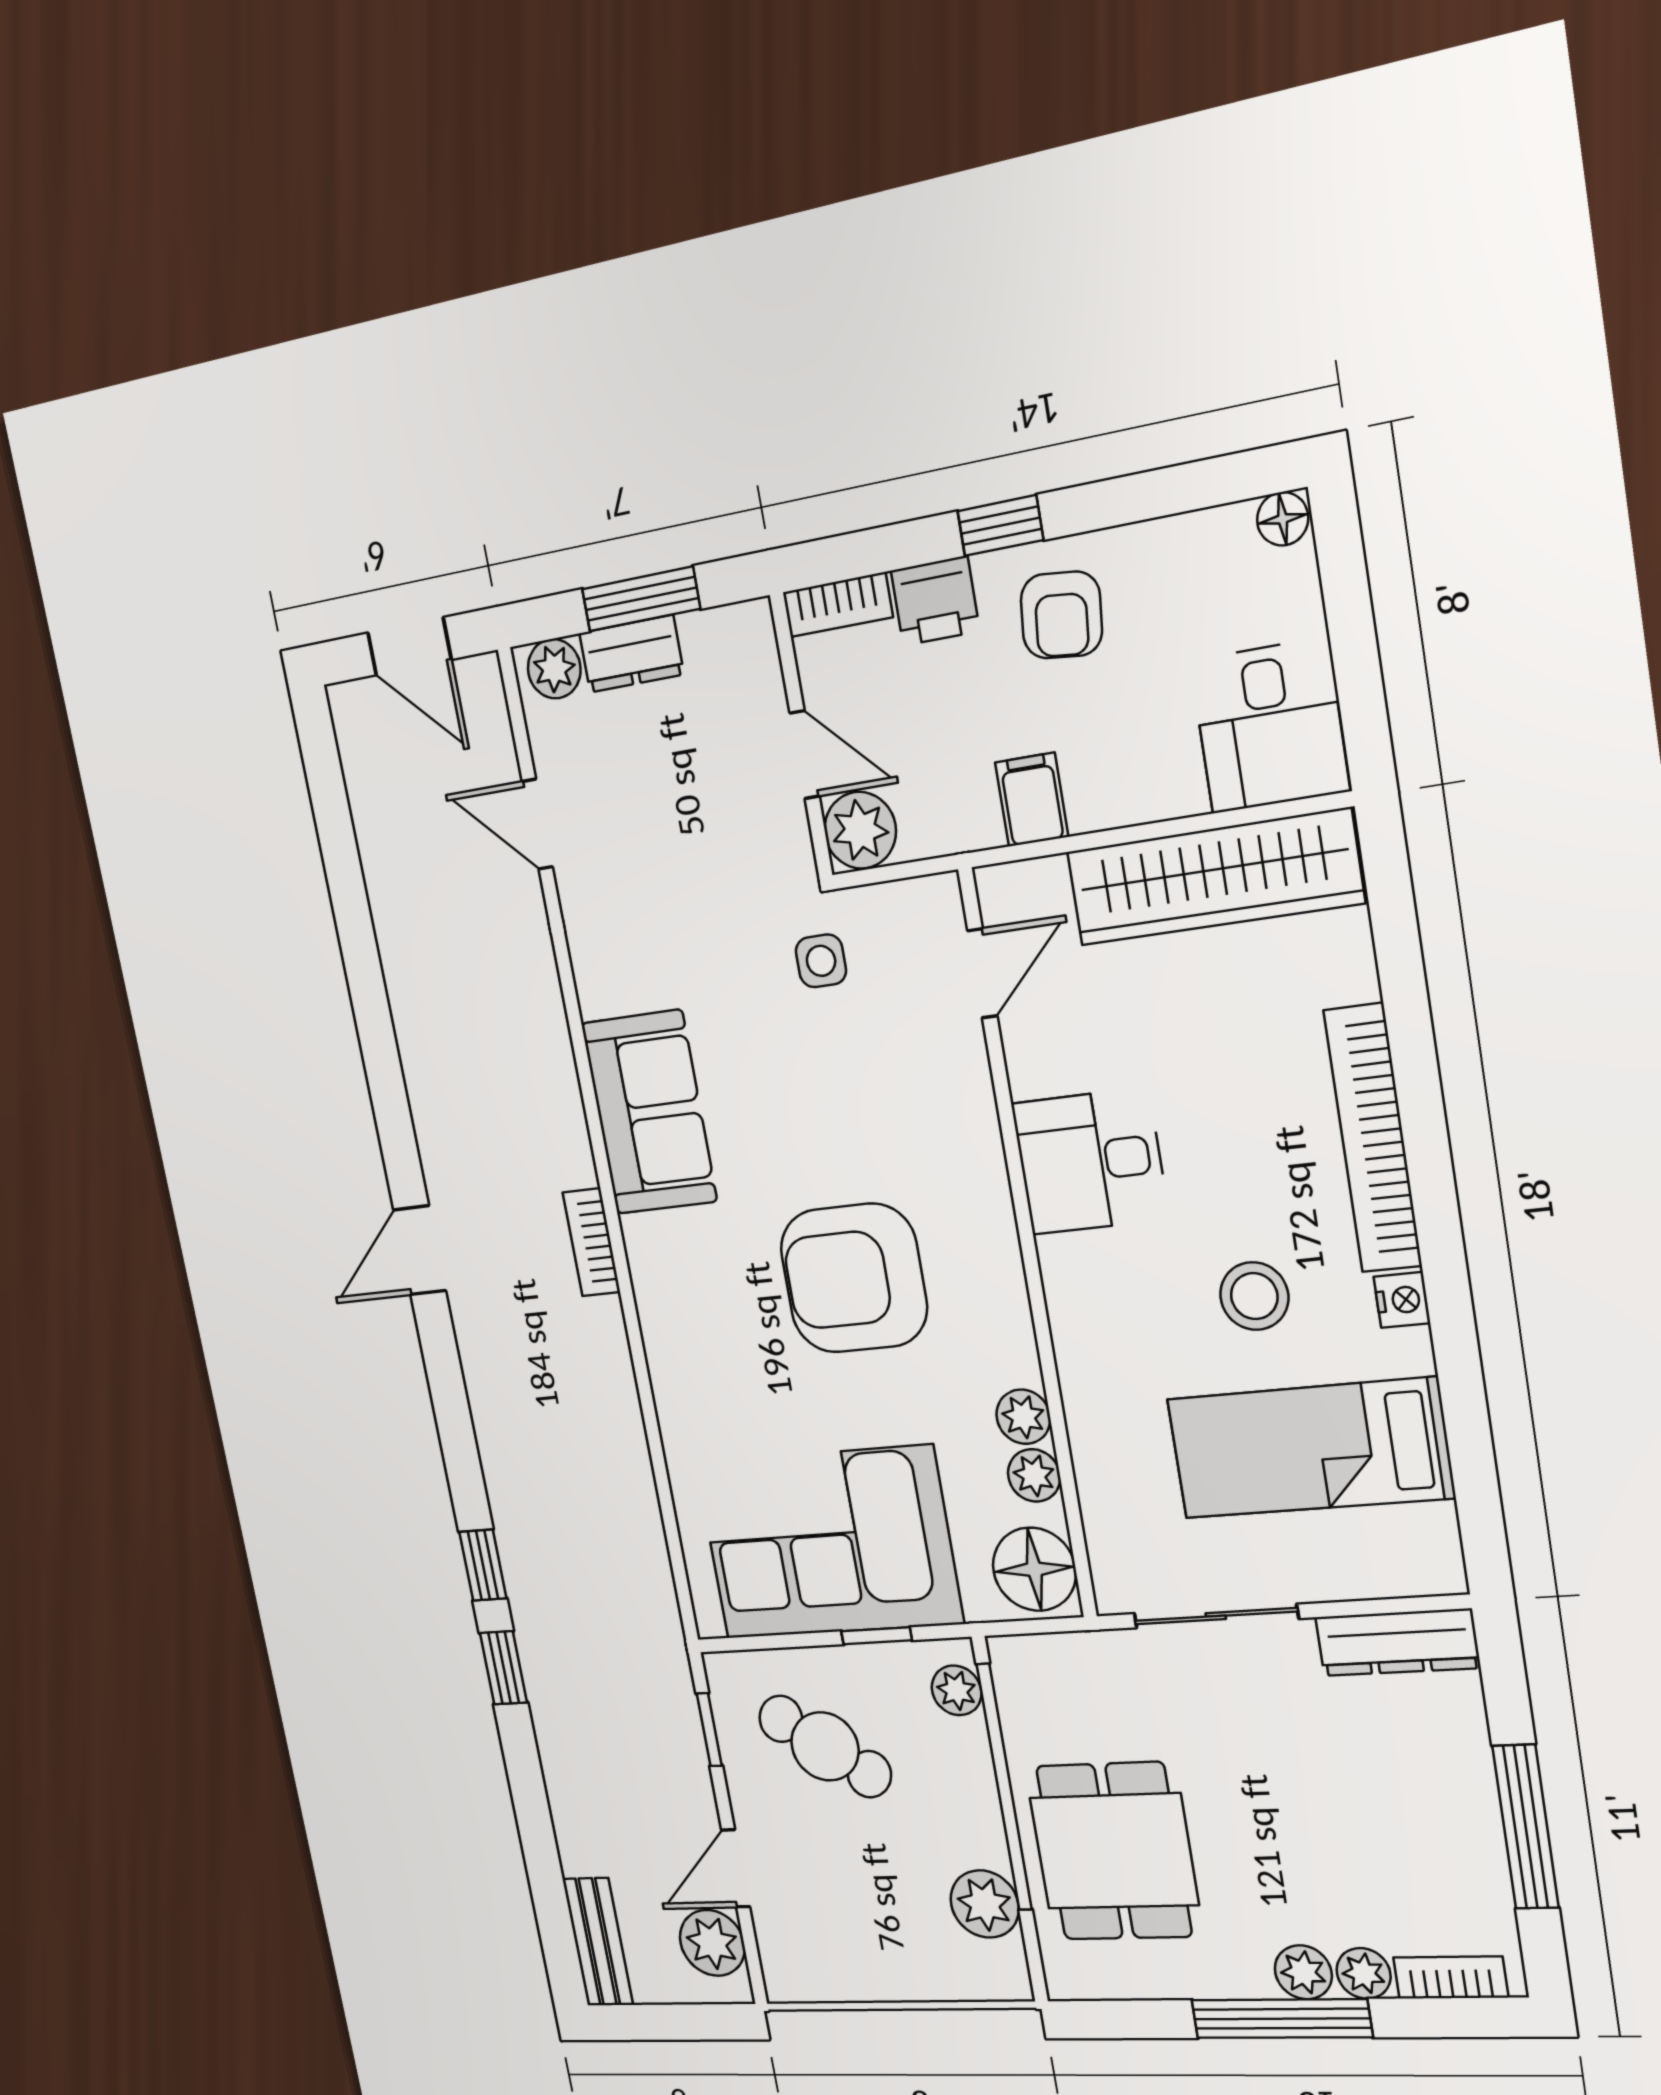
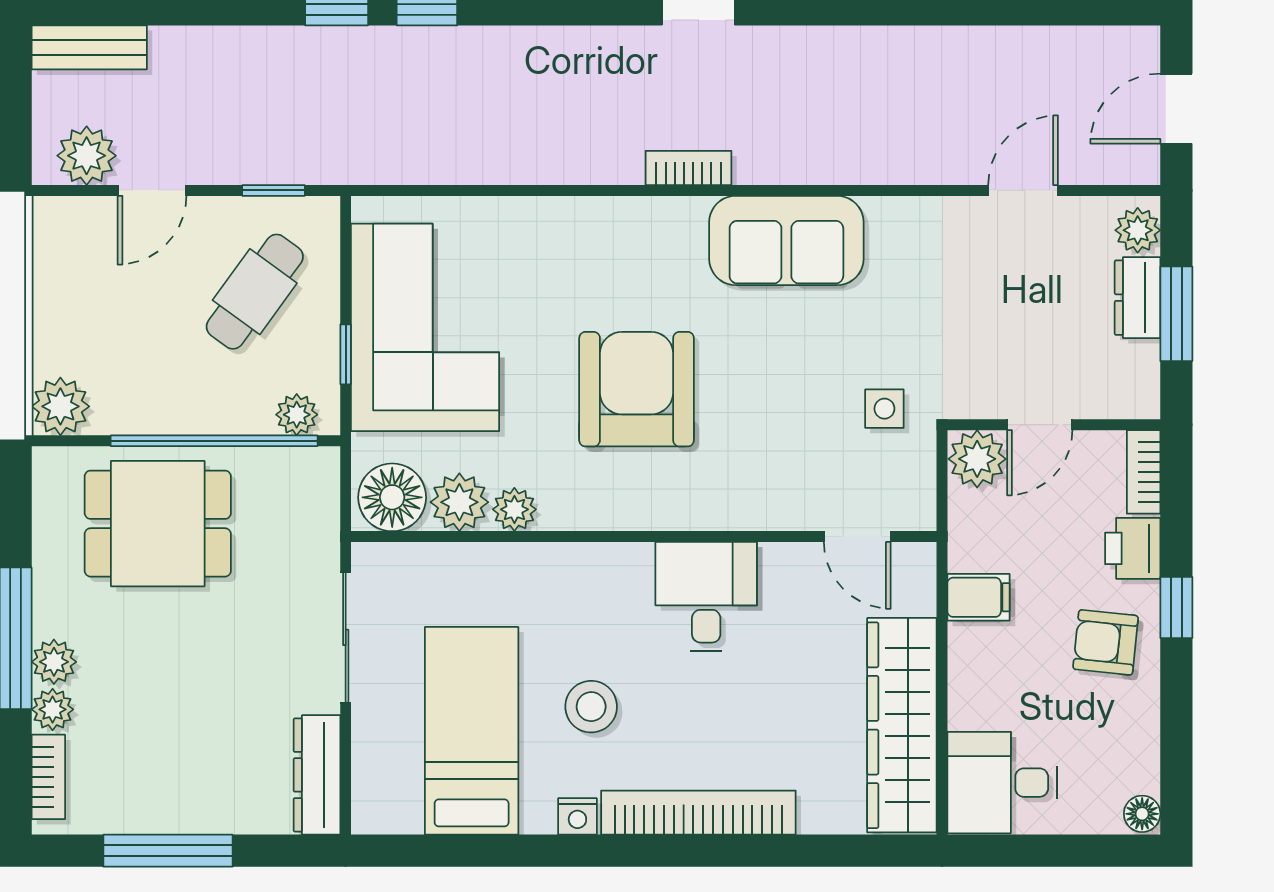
plant: (1034, 1475) -> (459, 502), width x1.38, depth x1.38
door: (736, 1868) -> (152, 190), swing flipped
plant: (985, 1904) -> (60, 406), moved

